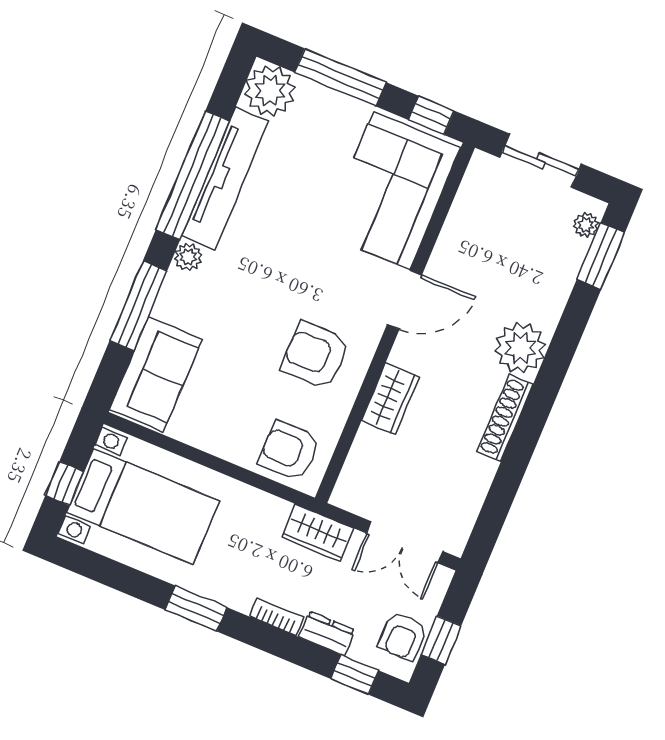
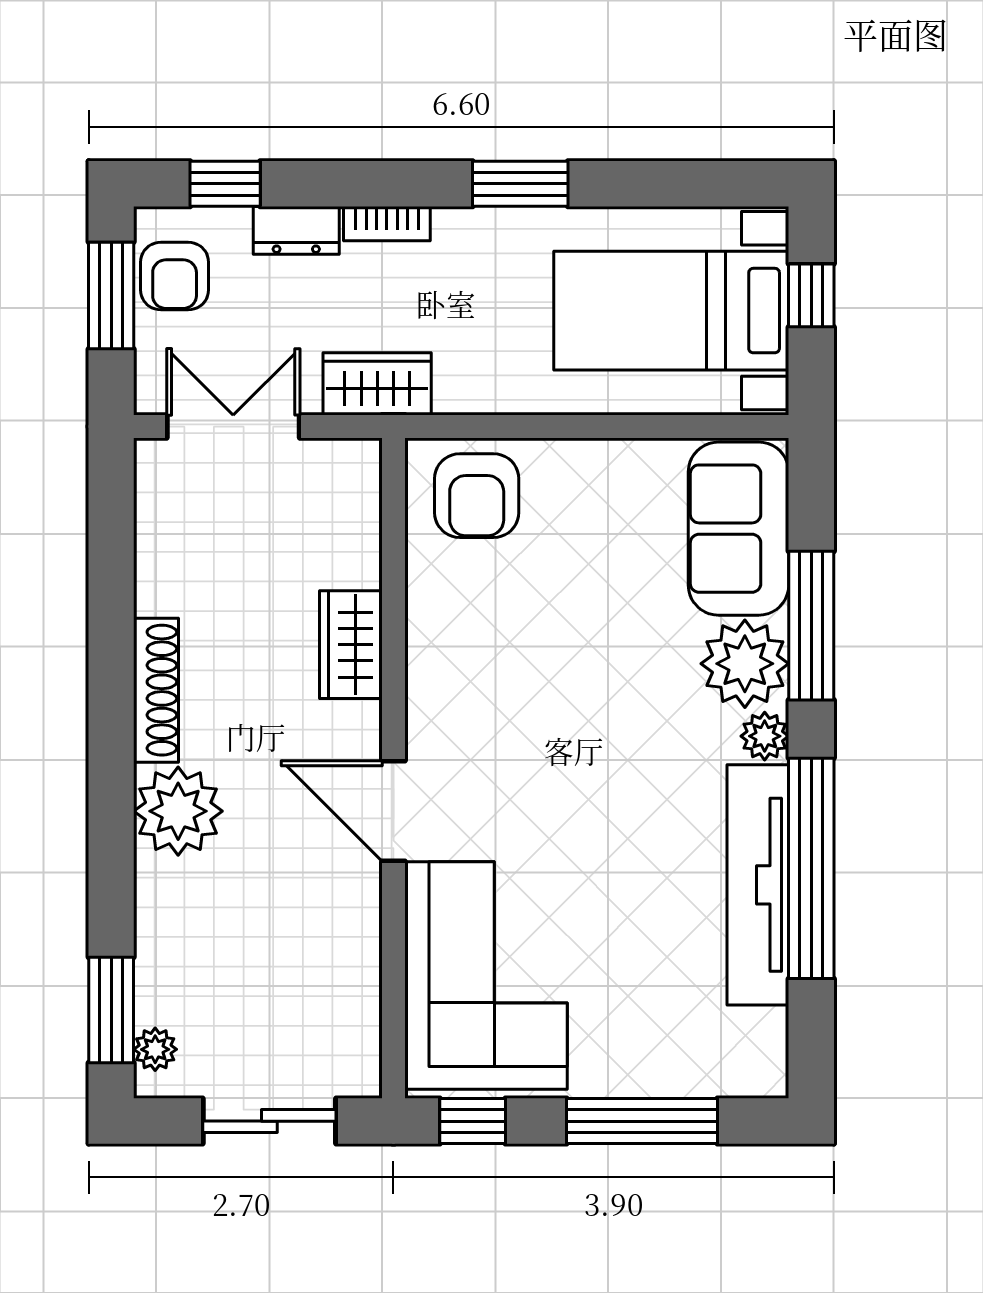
plant: (270, 91) -> (745, 664), moved
door: (405, 300) -> (393, 811), hinge flipped
armchair: (315, 355) -> (498, 664), removed
armchair: (289, 451) -> (477, 496), turned 90
armchair: (403, 636) -> (175, 276), turned 180
window: (441, 640) -> (111, 296), width x1.50

